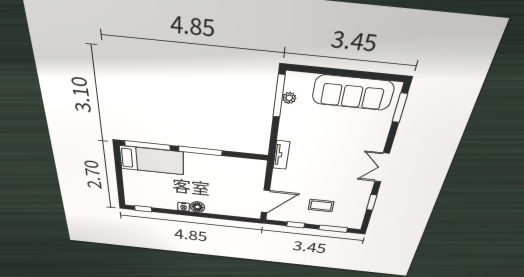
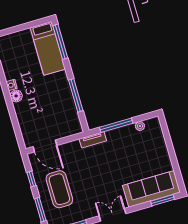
sofa: (353, 93) -> (151, 189), moved, turned 90
window: (279, 96) -> (116, 125), moved
window: (200, 151) -> (76, 95), moved
coffee table: (321, 206) -> (59, 189), width x1.86, depth x1.72

